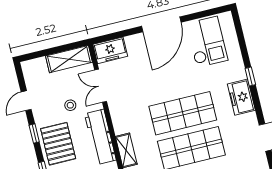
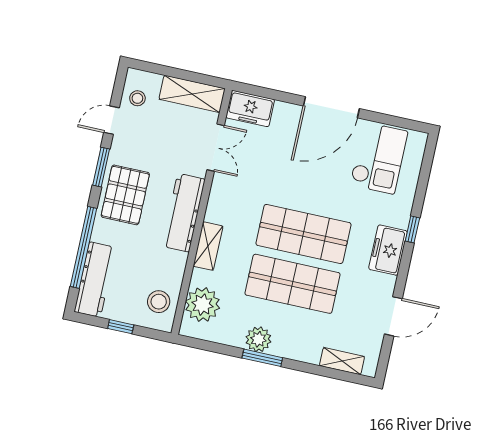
double door: (101, 86) -> (216, 148), swing flipped
stool: (70, 105) -> (137, 98), moved
window: (34, 134) -> (101, 167), width x1.50

